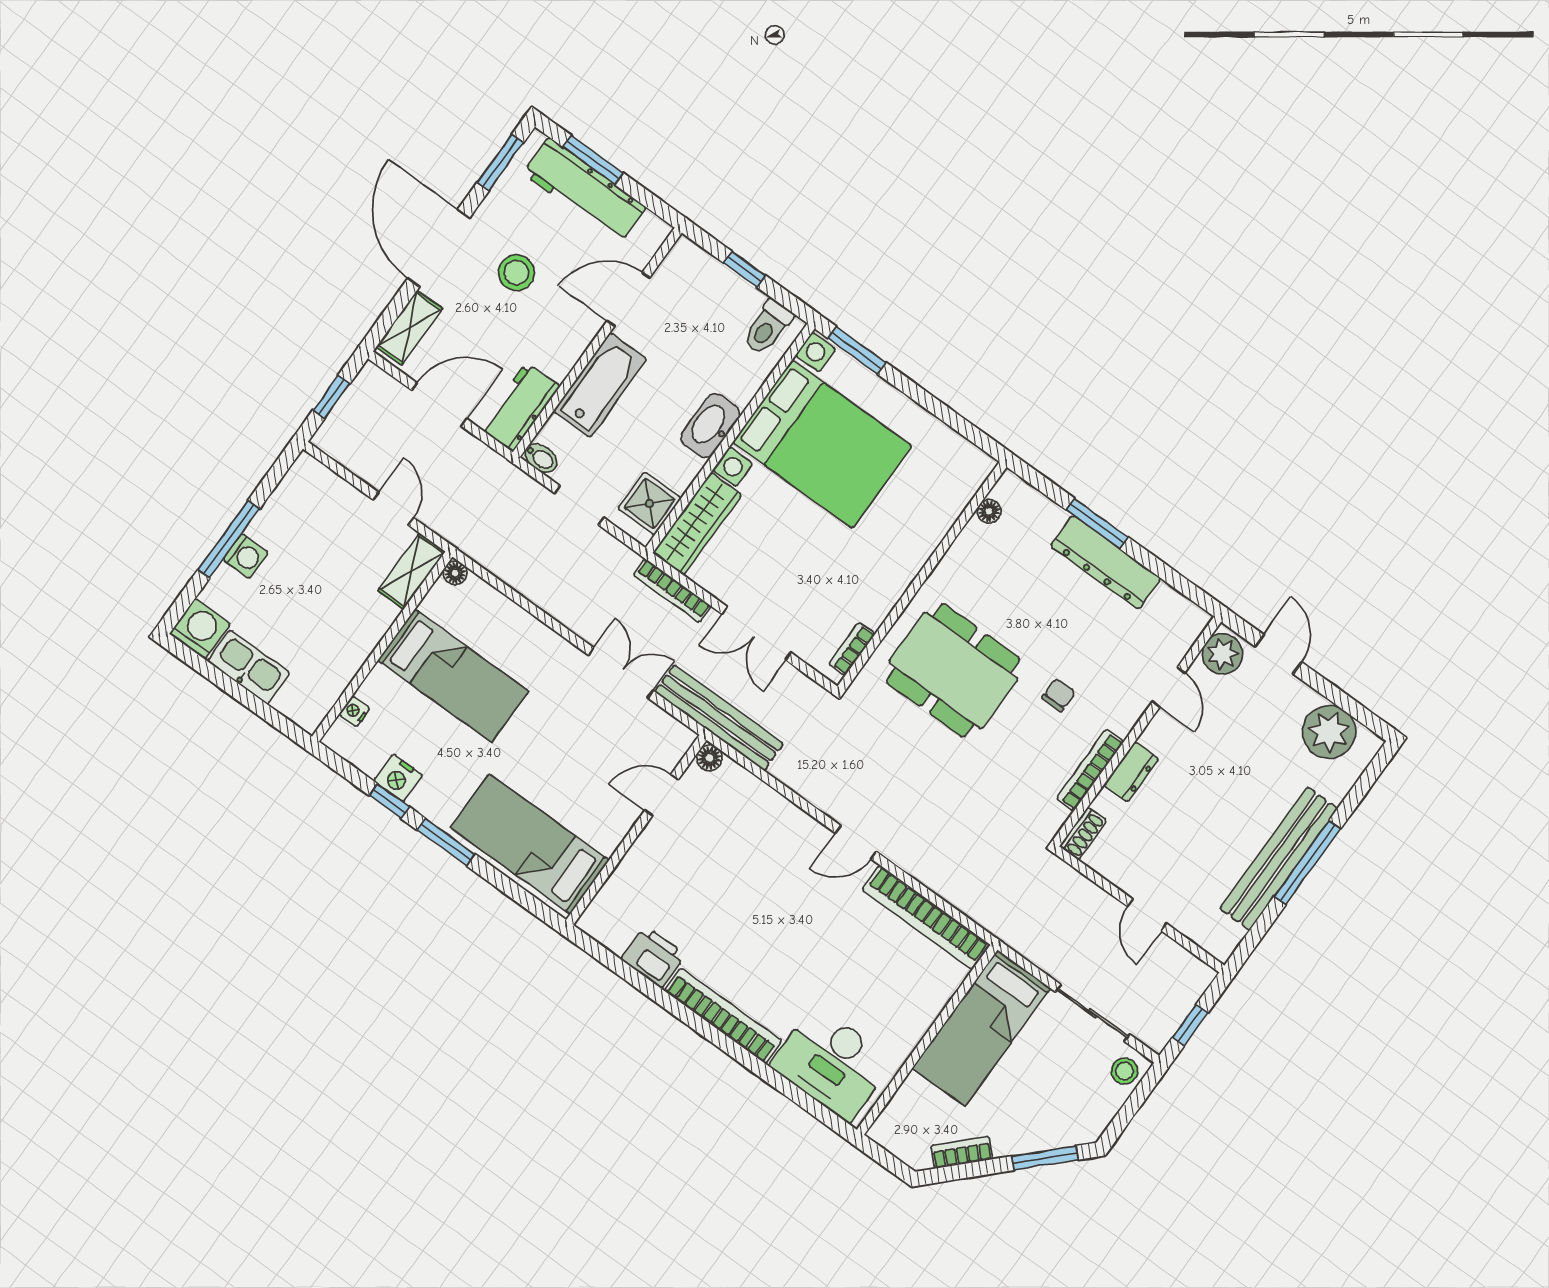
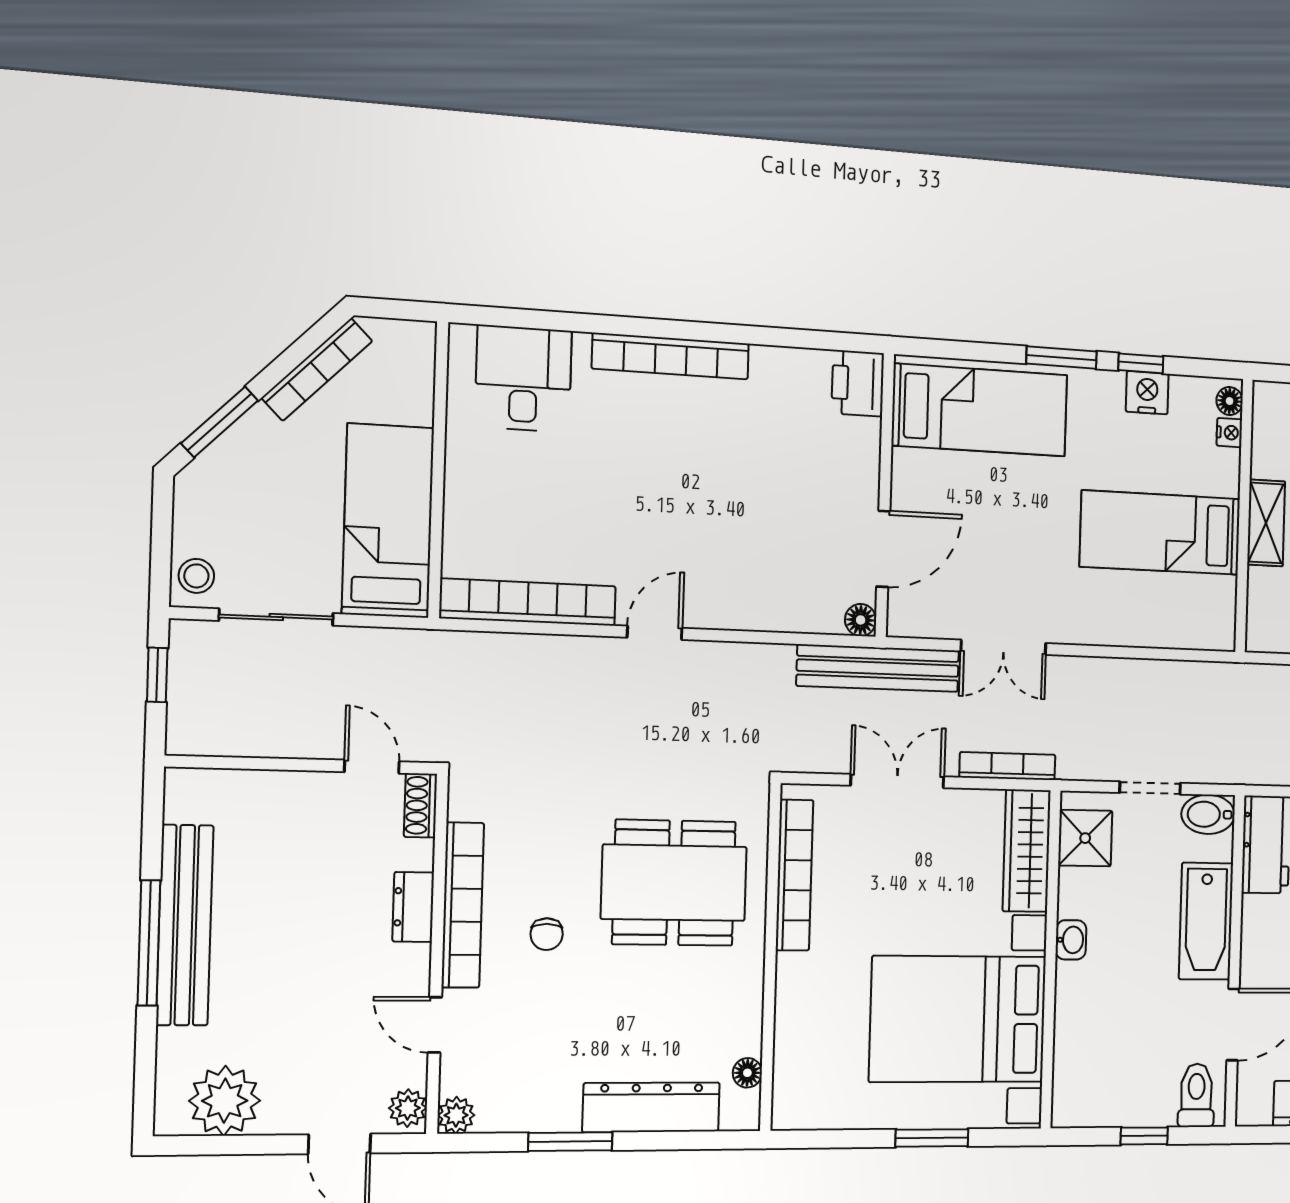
toilet: (768, 327) -> (1196, 1095), moved
window: (857, 350) -> (932, 1138), moved
washbasin: (710, 426) -> (1071, 940), width x0.52, depth x0.69
bidet: (541, 458) -> (1208, 814), width x1.38, depth x1.36
window: (1097, 523) -> (570, 1142), moved
dresser: (1106, 562) -> (651, 1107), moved
shelving: (412, 571) -> (1266, 523), moved
floor lamp: (455, 573) -> (1230, 401), moved
plant: (1194, 620) -> (456, 1115), added
bookcase: (852, 649) -> (795, 875), width x2.31, depth x1.31
plant: (1222, 654) -> (408, 1108), width x0.73, depth x0.73
bookcase: (1090, 770) -> (463, 905), width x1.48, depth x1.31
door: (662, 795) -> (883, 549), width x1.38
door: (1147, 915) -> (372, 767), moved
printer: (653, 957) -> (858, 383), moved, turned 90
desk: (832, 1063) -> (523, 379), width x0.73
bookcase: (962, 1152) -> (317, 369), width x1.56

